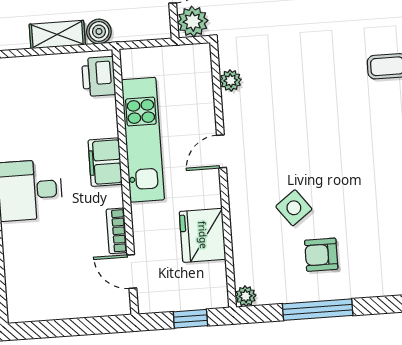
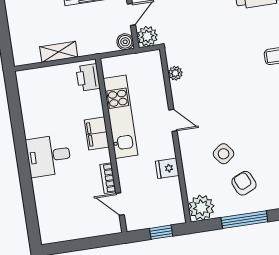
boiler: (99, 31) -> (125, 42), moved
door: (222, 151) -> (173, 120), swing flipped
fridge: (203, 235) -> (167, 168), width x0.53, depth x0.75
armchair: (321, 255) -> (244, 183), turned 66
plant: (246, 296) -> (201, 208), width x1.87, depth x1.87

